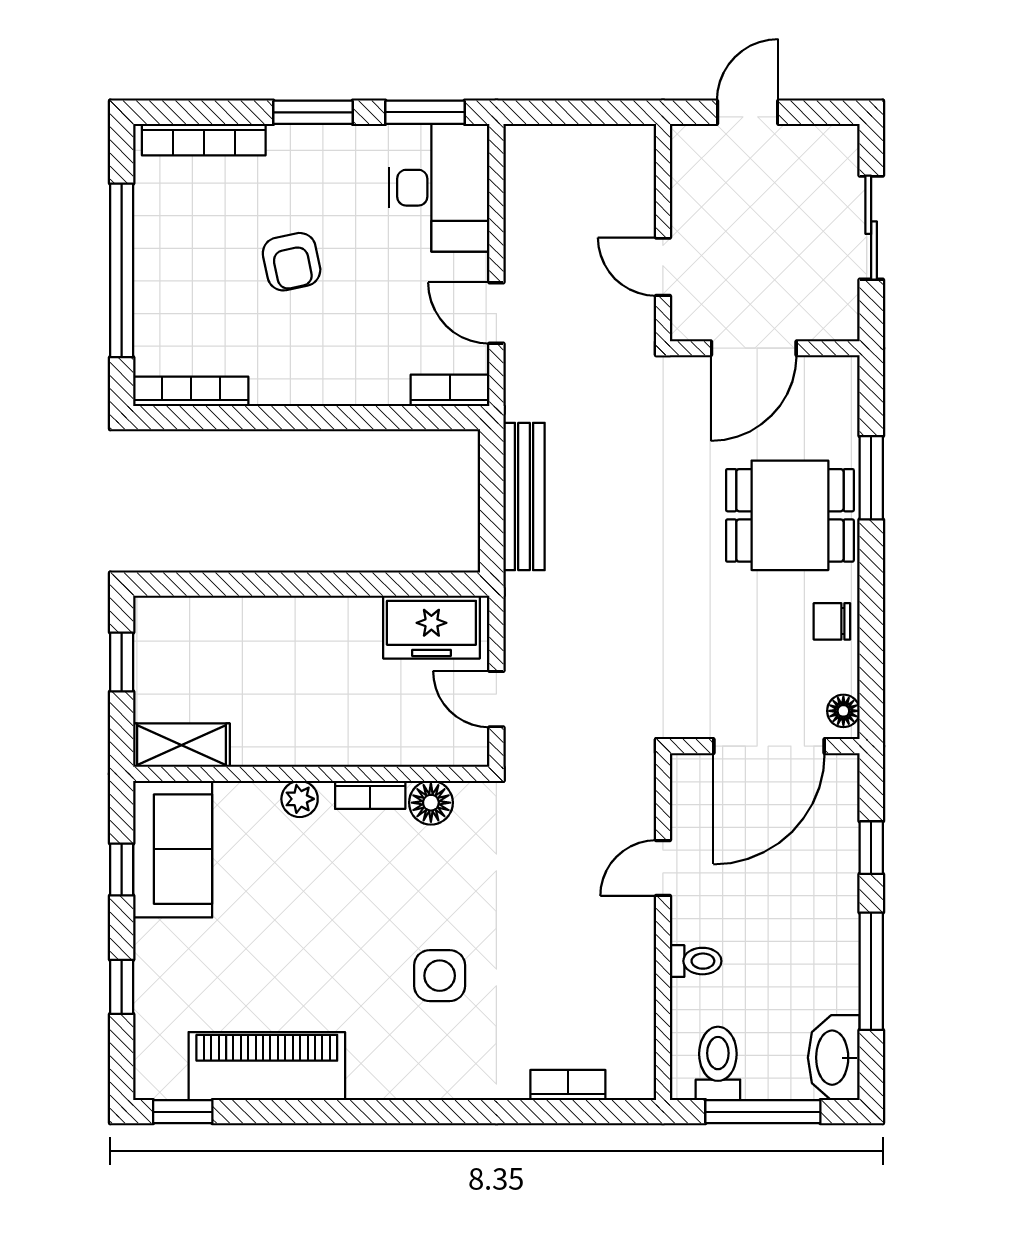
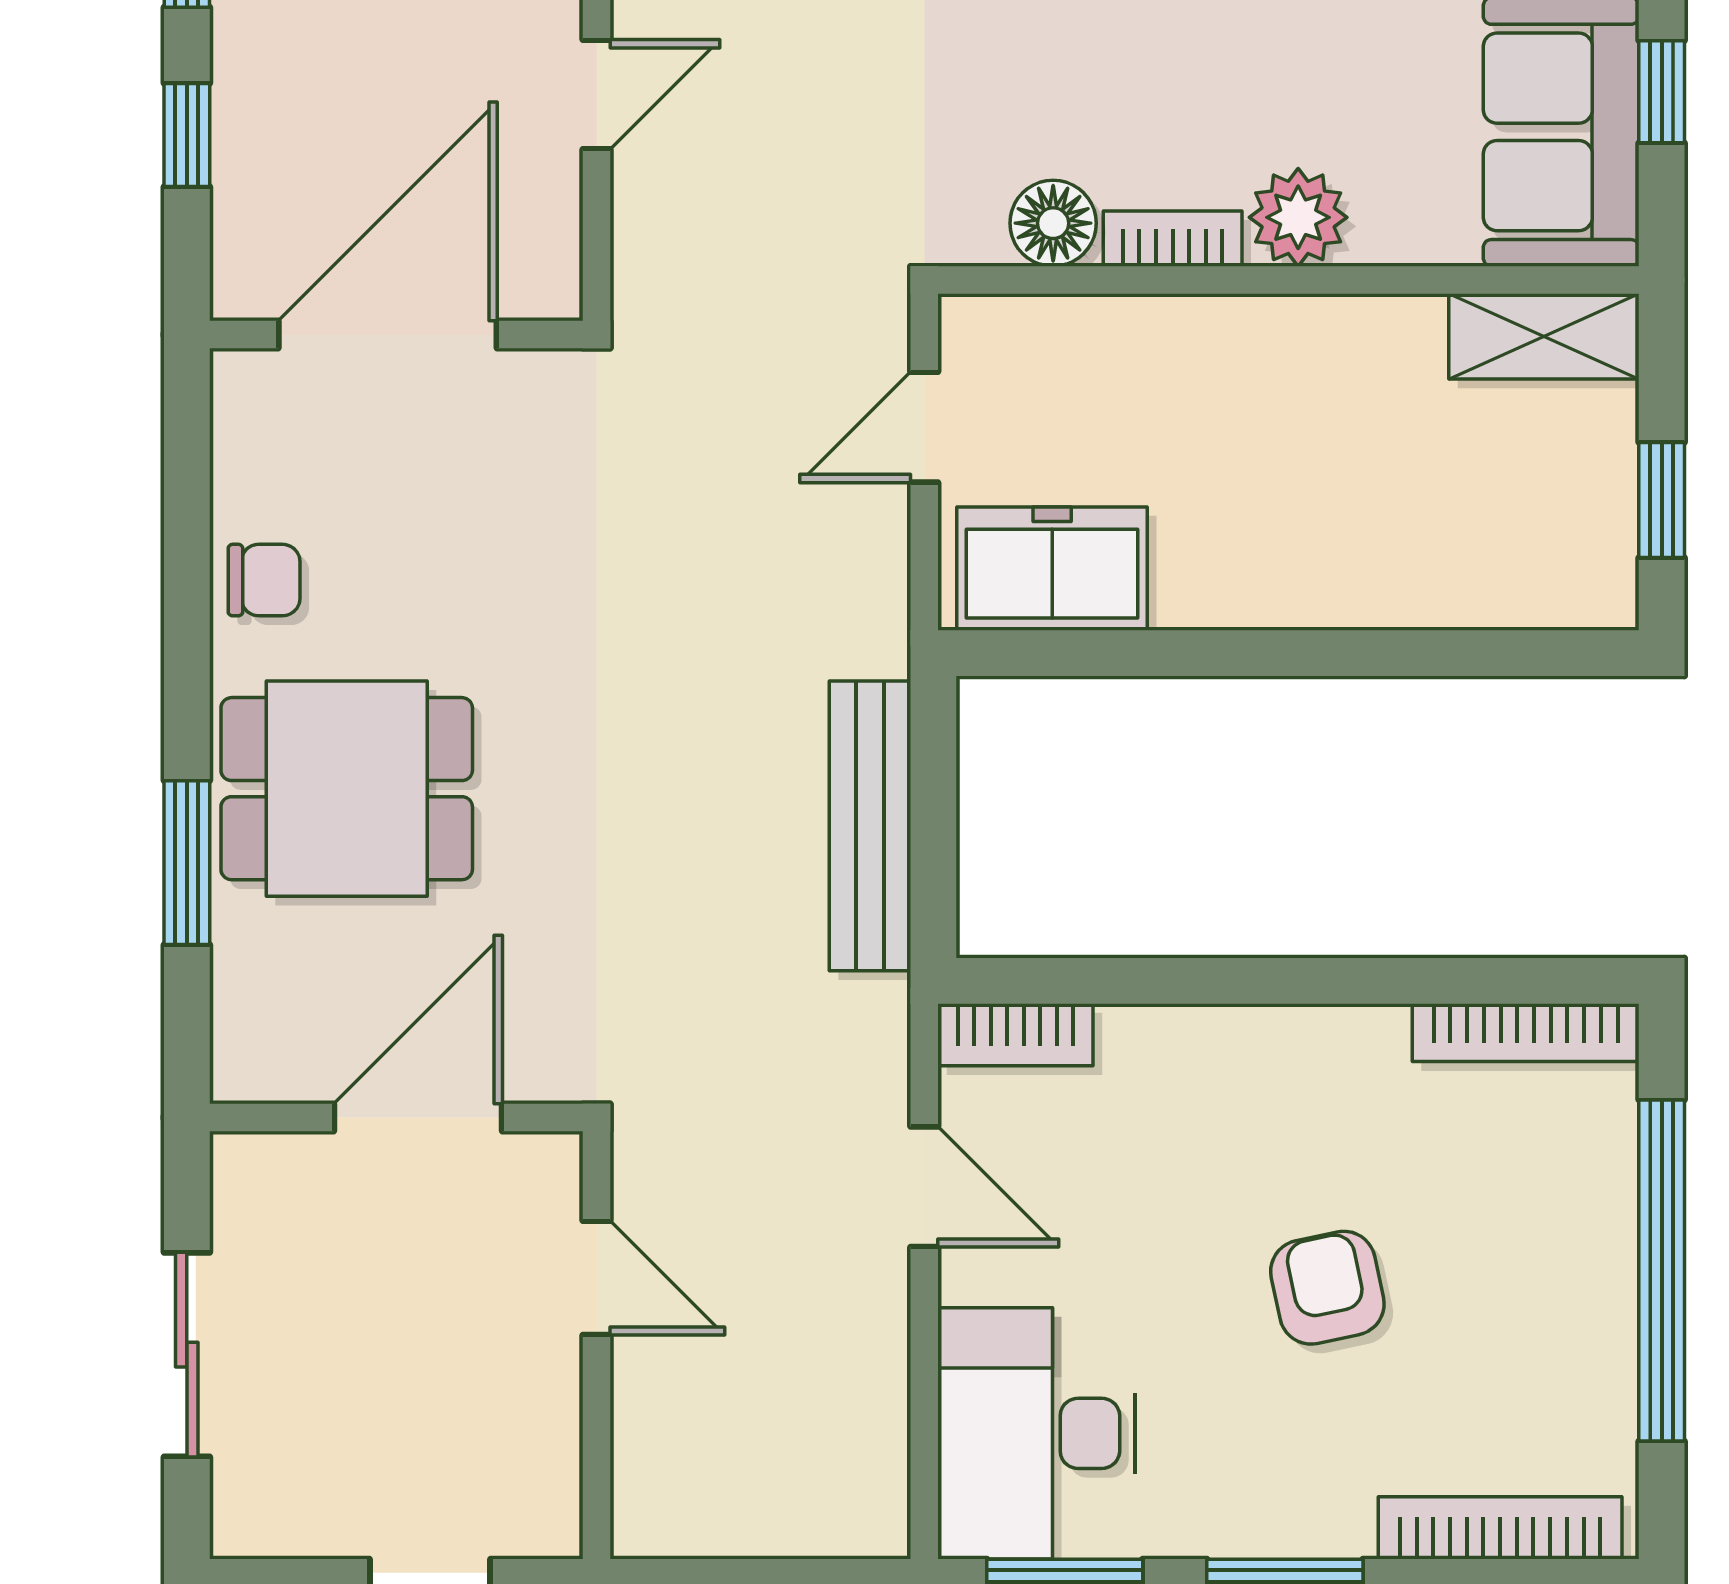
door: (496, 699) -> (924, 427), swing flipped
floor lamp: (843, 711) -> (242, 404), removed
plant: (300, 799) -> (1298, 217), width x1.38, depth x1.38

